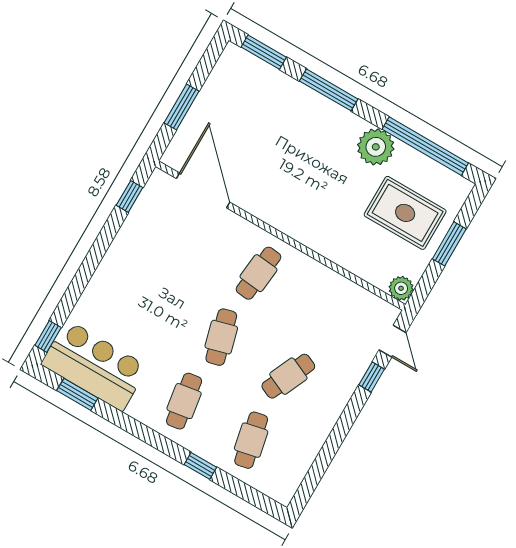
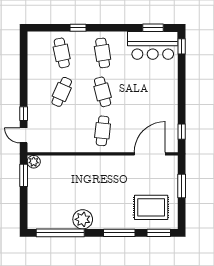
door: (203, 190) -> (150, 154), swing flipped
rug: (405, 213) -> (151, 207), moved
window: (449, 244) -> (24, 175), moved

